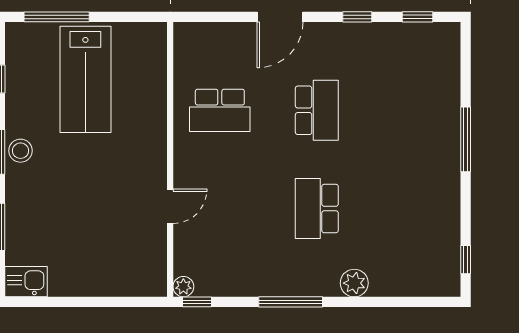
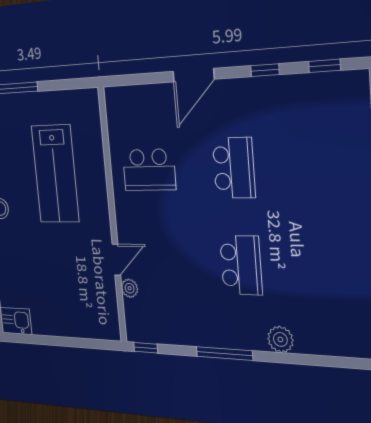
lab bench: (85, 79) -> (55, 174), moved
school desk: (317, 209) -> (241, 265), turned 180
plant: (183, 287) -> (130, 288), moved

